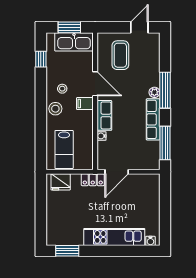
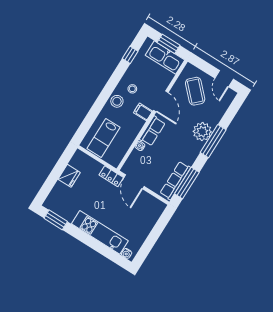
door: (139, 27) -> (224, 79), swing flipped
coffee table: (120, 55) -> (195, 91), turned -44
plant: (154, 92) -> (202, 132), width x1.88, depth x1.88
row of seats: (153, 119) -> (175, 181), moved
door: (117, 172) -> (134, 182), hinge flipped
fridge: (61, 182) -> (69, 176), moved, turned -90

